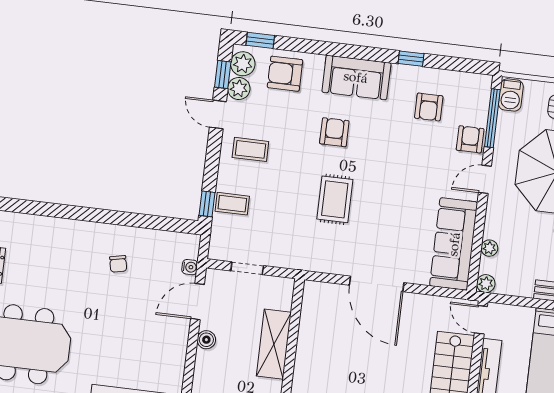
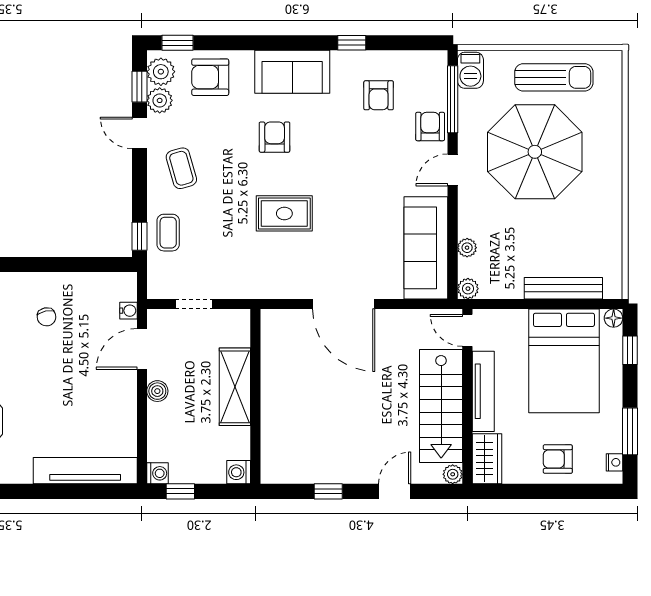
coffee table: (250, 149) -> (181, 168), turned 74
rug: (335, 199) -> (284, 213), turned 90
coffee table: (232, 204) -> (168, 233), turned 90

